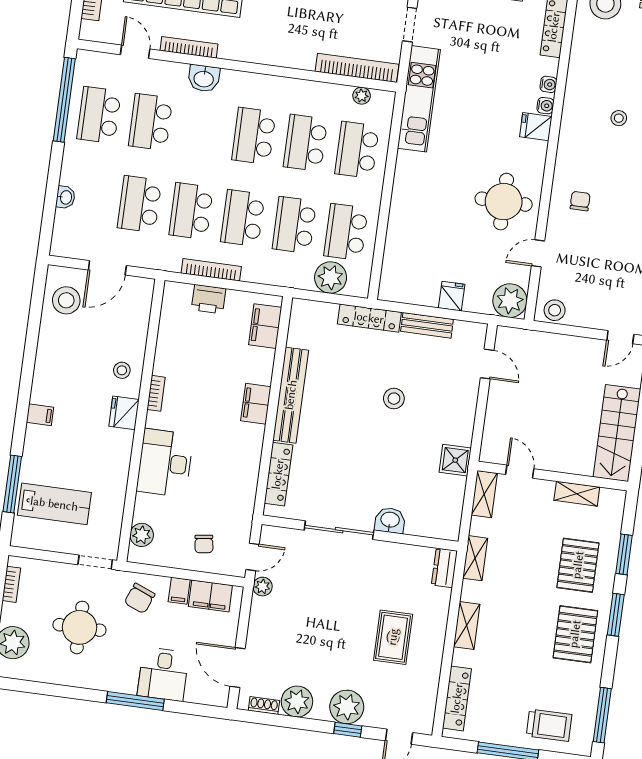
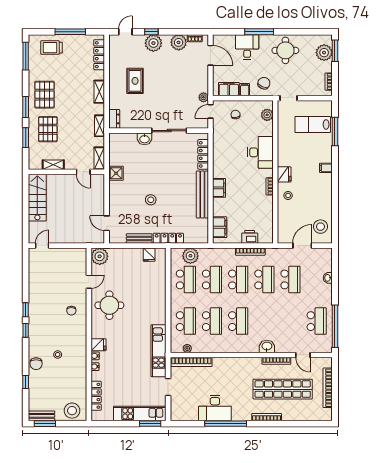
school desk: (151, 122) -> (290, 321), removed
fridge: (452, 296) -> (149, 255), moved
stool: (555, 310) -> (77, 255), removed
round table: (80, 627) -> (285, 50), moved

